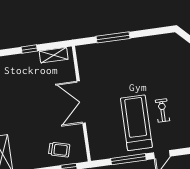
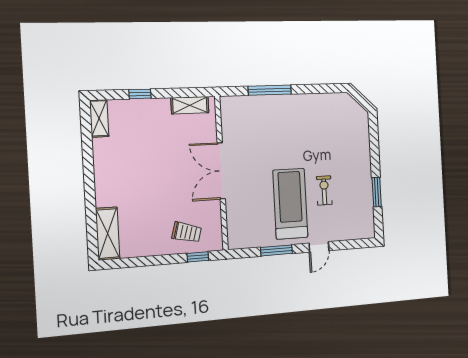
window: (29, 49) -> (140, 94), moved
window: (128, 159) -> (276, 250), width x0.69

